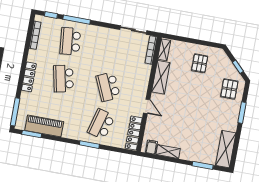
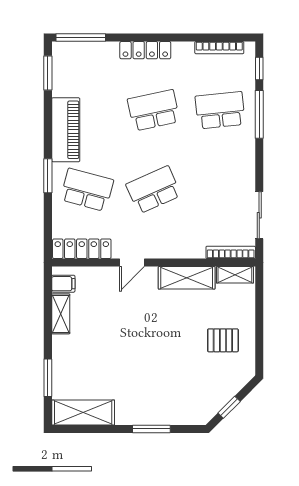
pallet: (229, 89) -> (188, 400), removed
piano: (44, 126) -> (66, 130), moved

